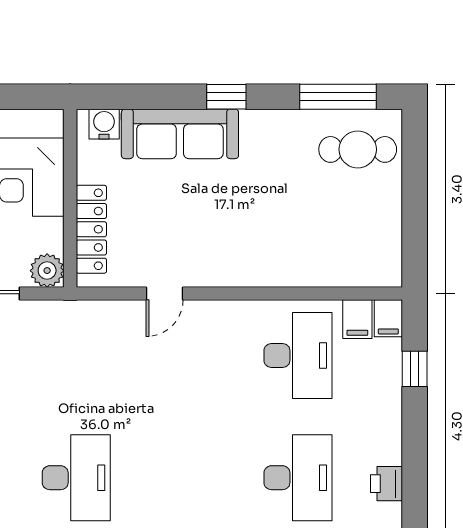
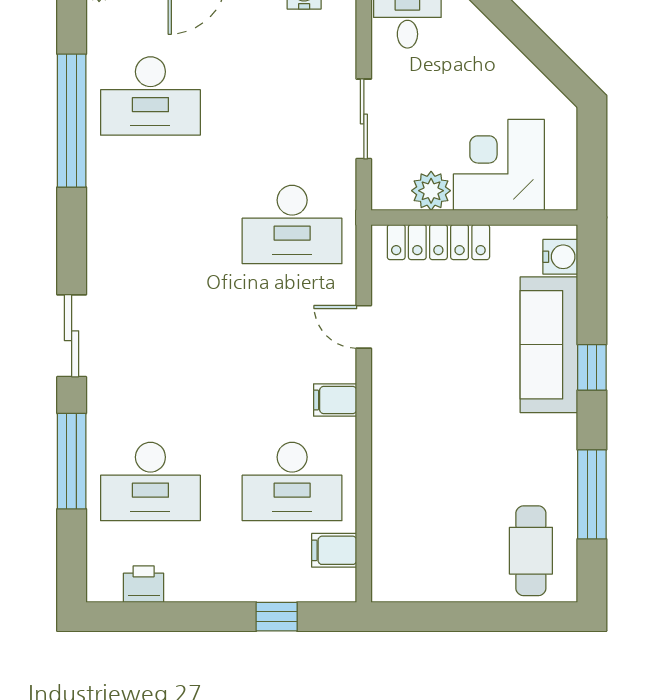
window: (226, 97) -> (592, 367), moved
window: (338, 97) -> (592, 494), moved
plant: (47, 271) -> (431, 191), moved
filing cabinet: (388, 318) -> (335, 400), moved
desk: (76, 478) -> (292, 225), moved

